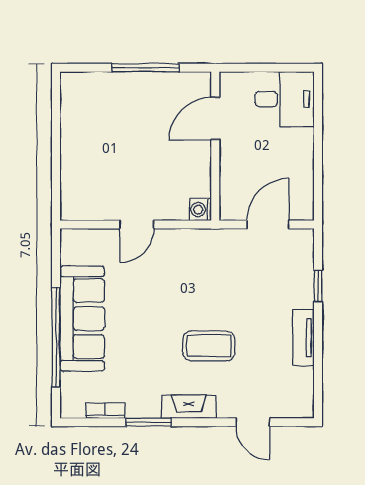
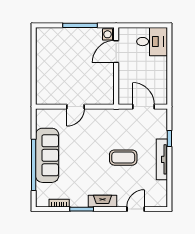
washing machine: (200, 209) -> (108, 34), moved
door: (268, 224) -> (143, 107), hinge flipped
tv unit: (303, 338) -> (162, 159), width x1.41
coffee table: (209, 346) -> (123, 158), moved
door: (253, 422) -> (136, 209), swing flipped

